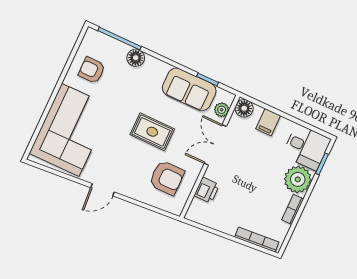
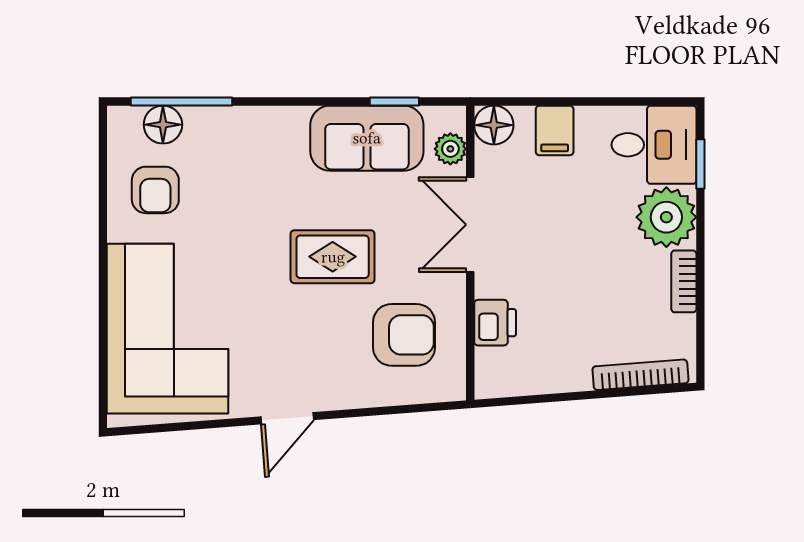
floor lamp: (136, 58) -> (163, 125), moved
armchair: (92, 70) -> (155, 190), turned -90

